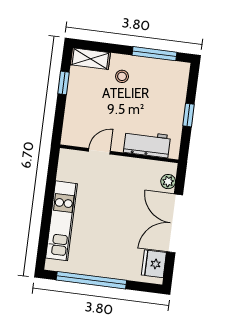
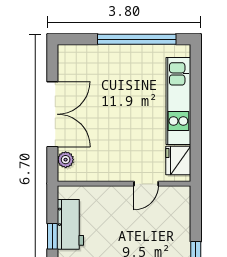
workbench: (147, 144) -> (70, 224), moved, turned -90
fridge: (154, 264) -> (178, 161), moved, turned 180

